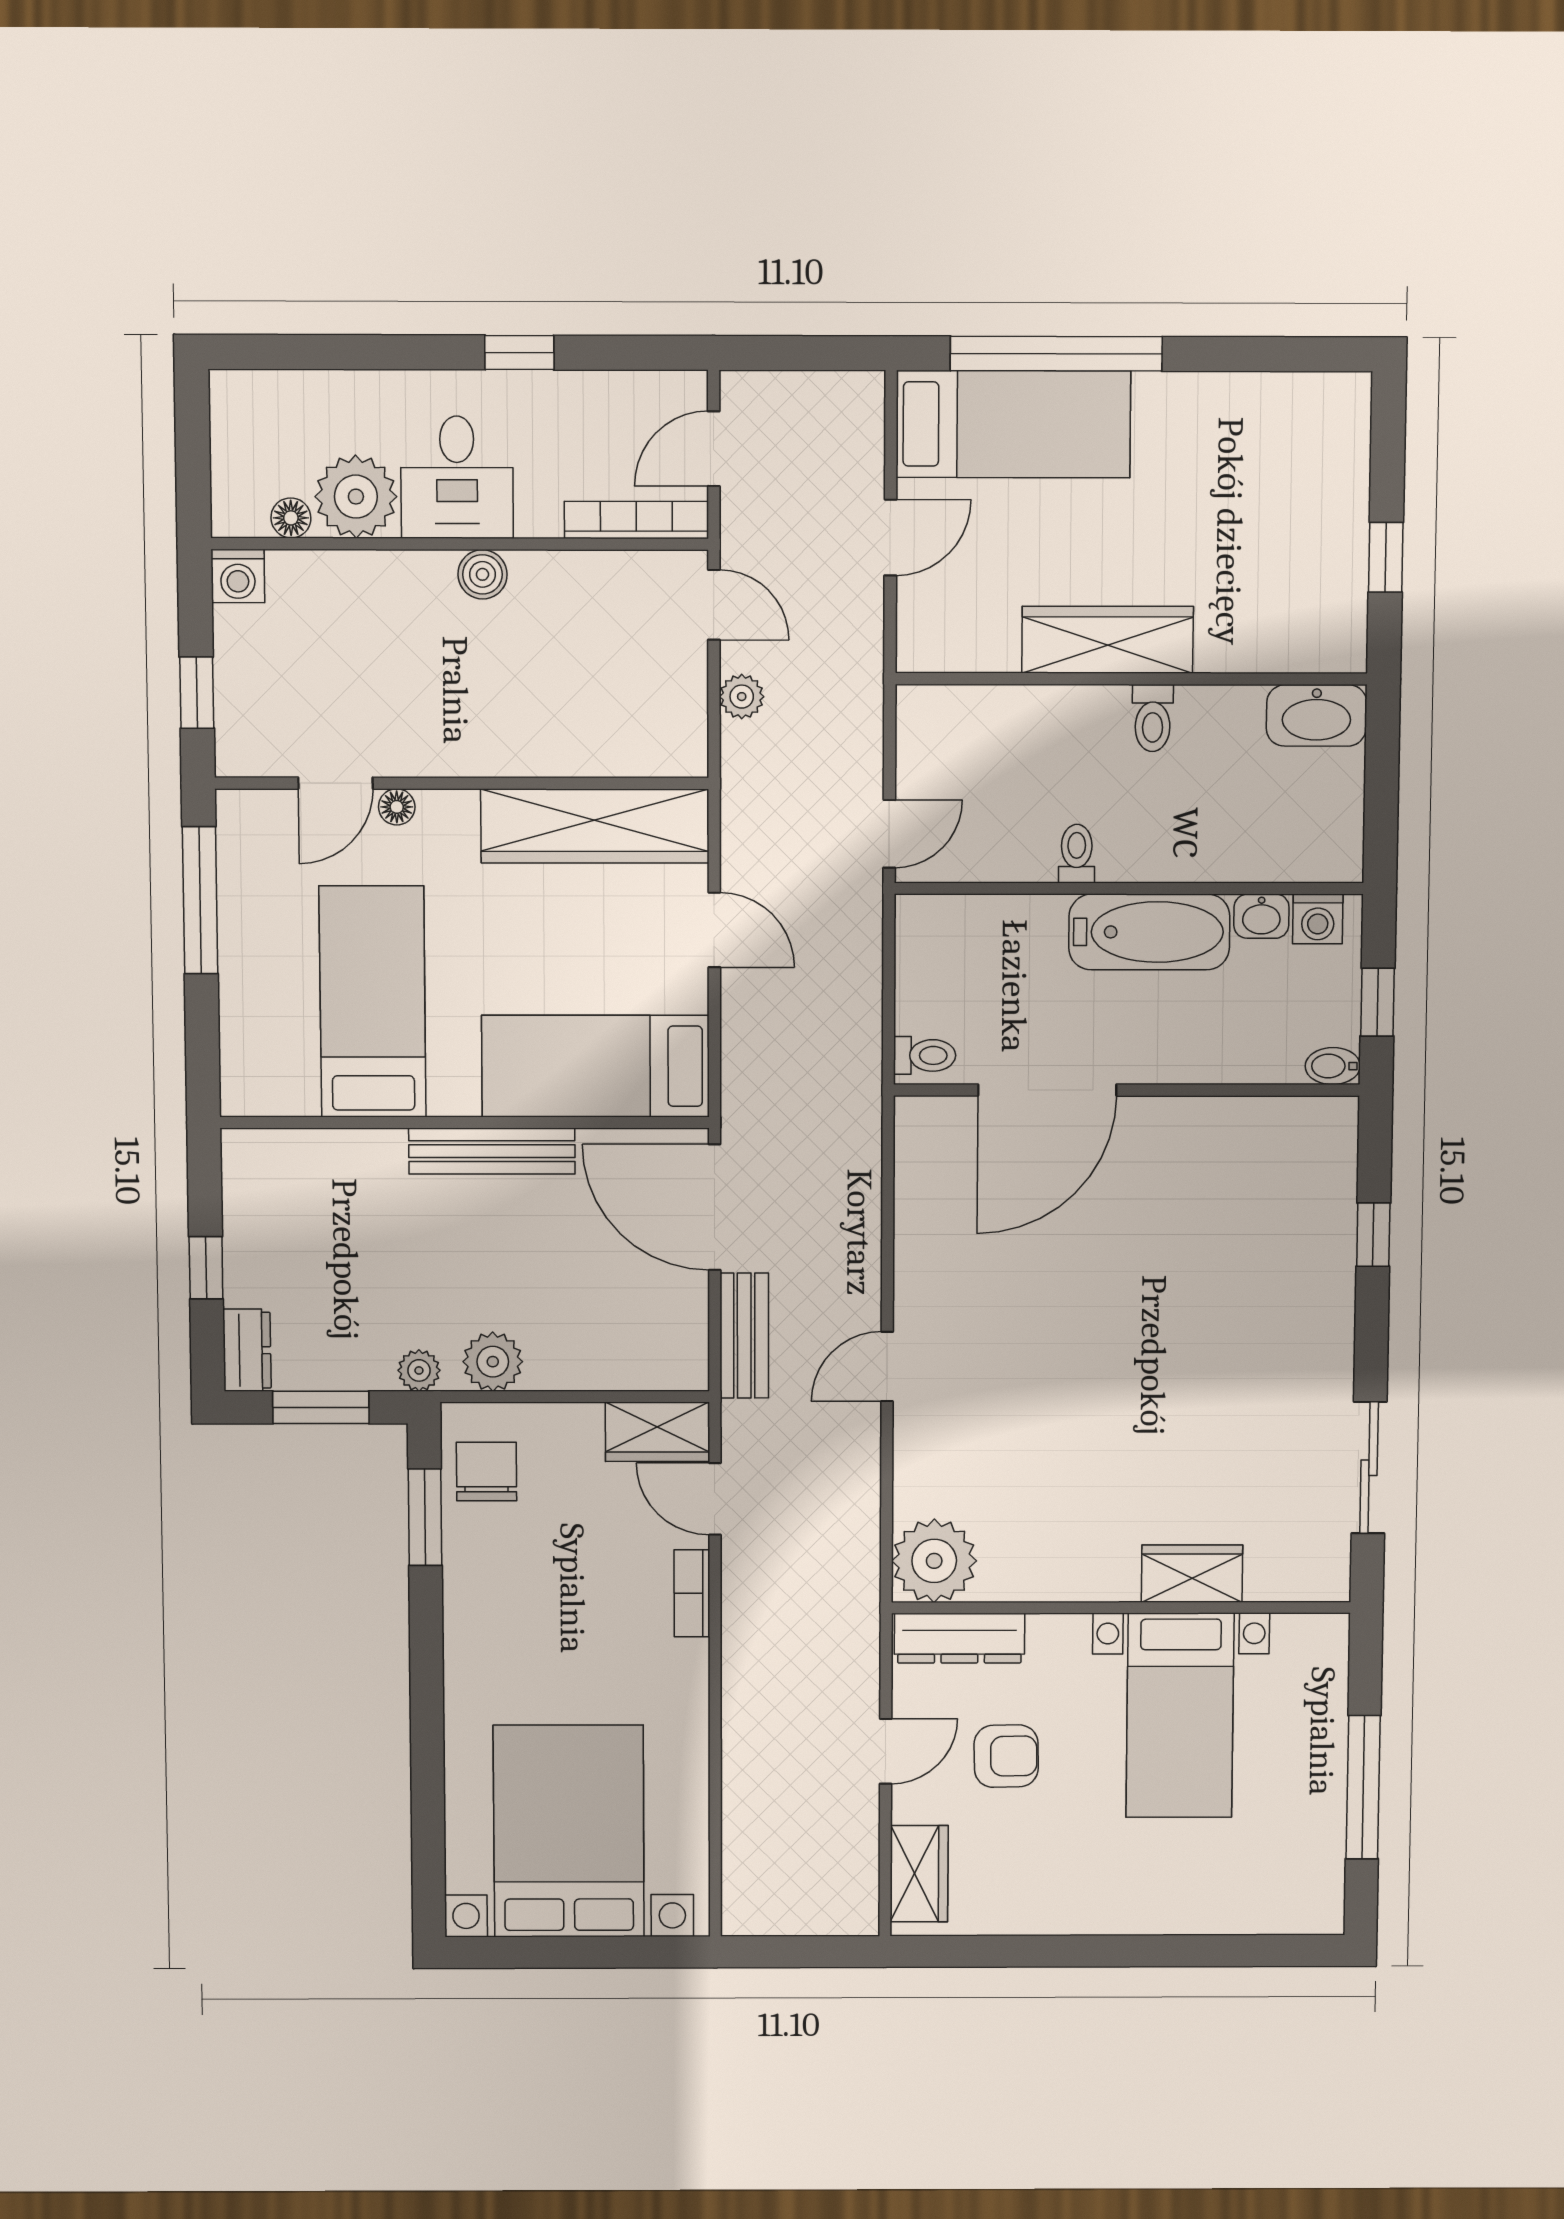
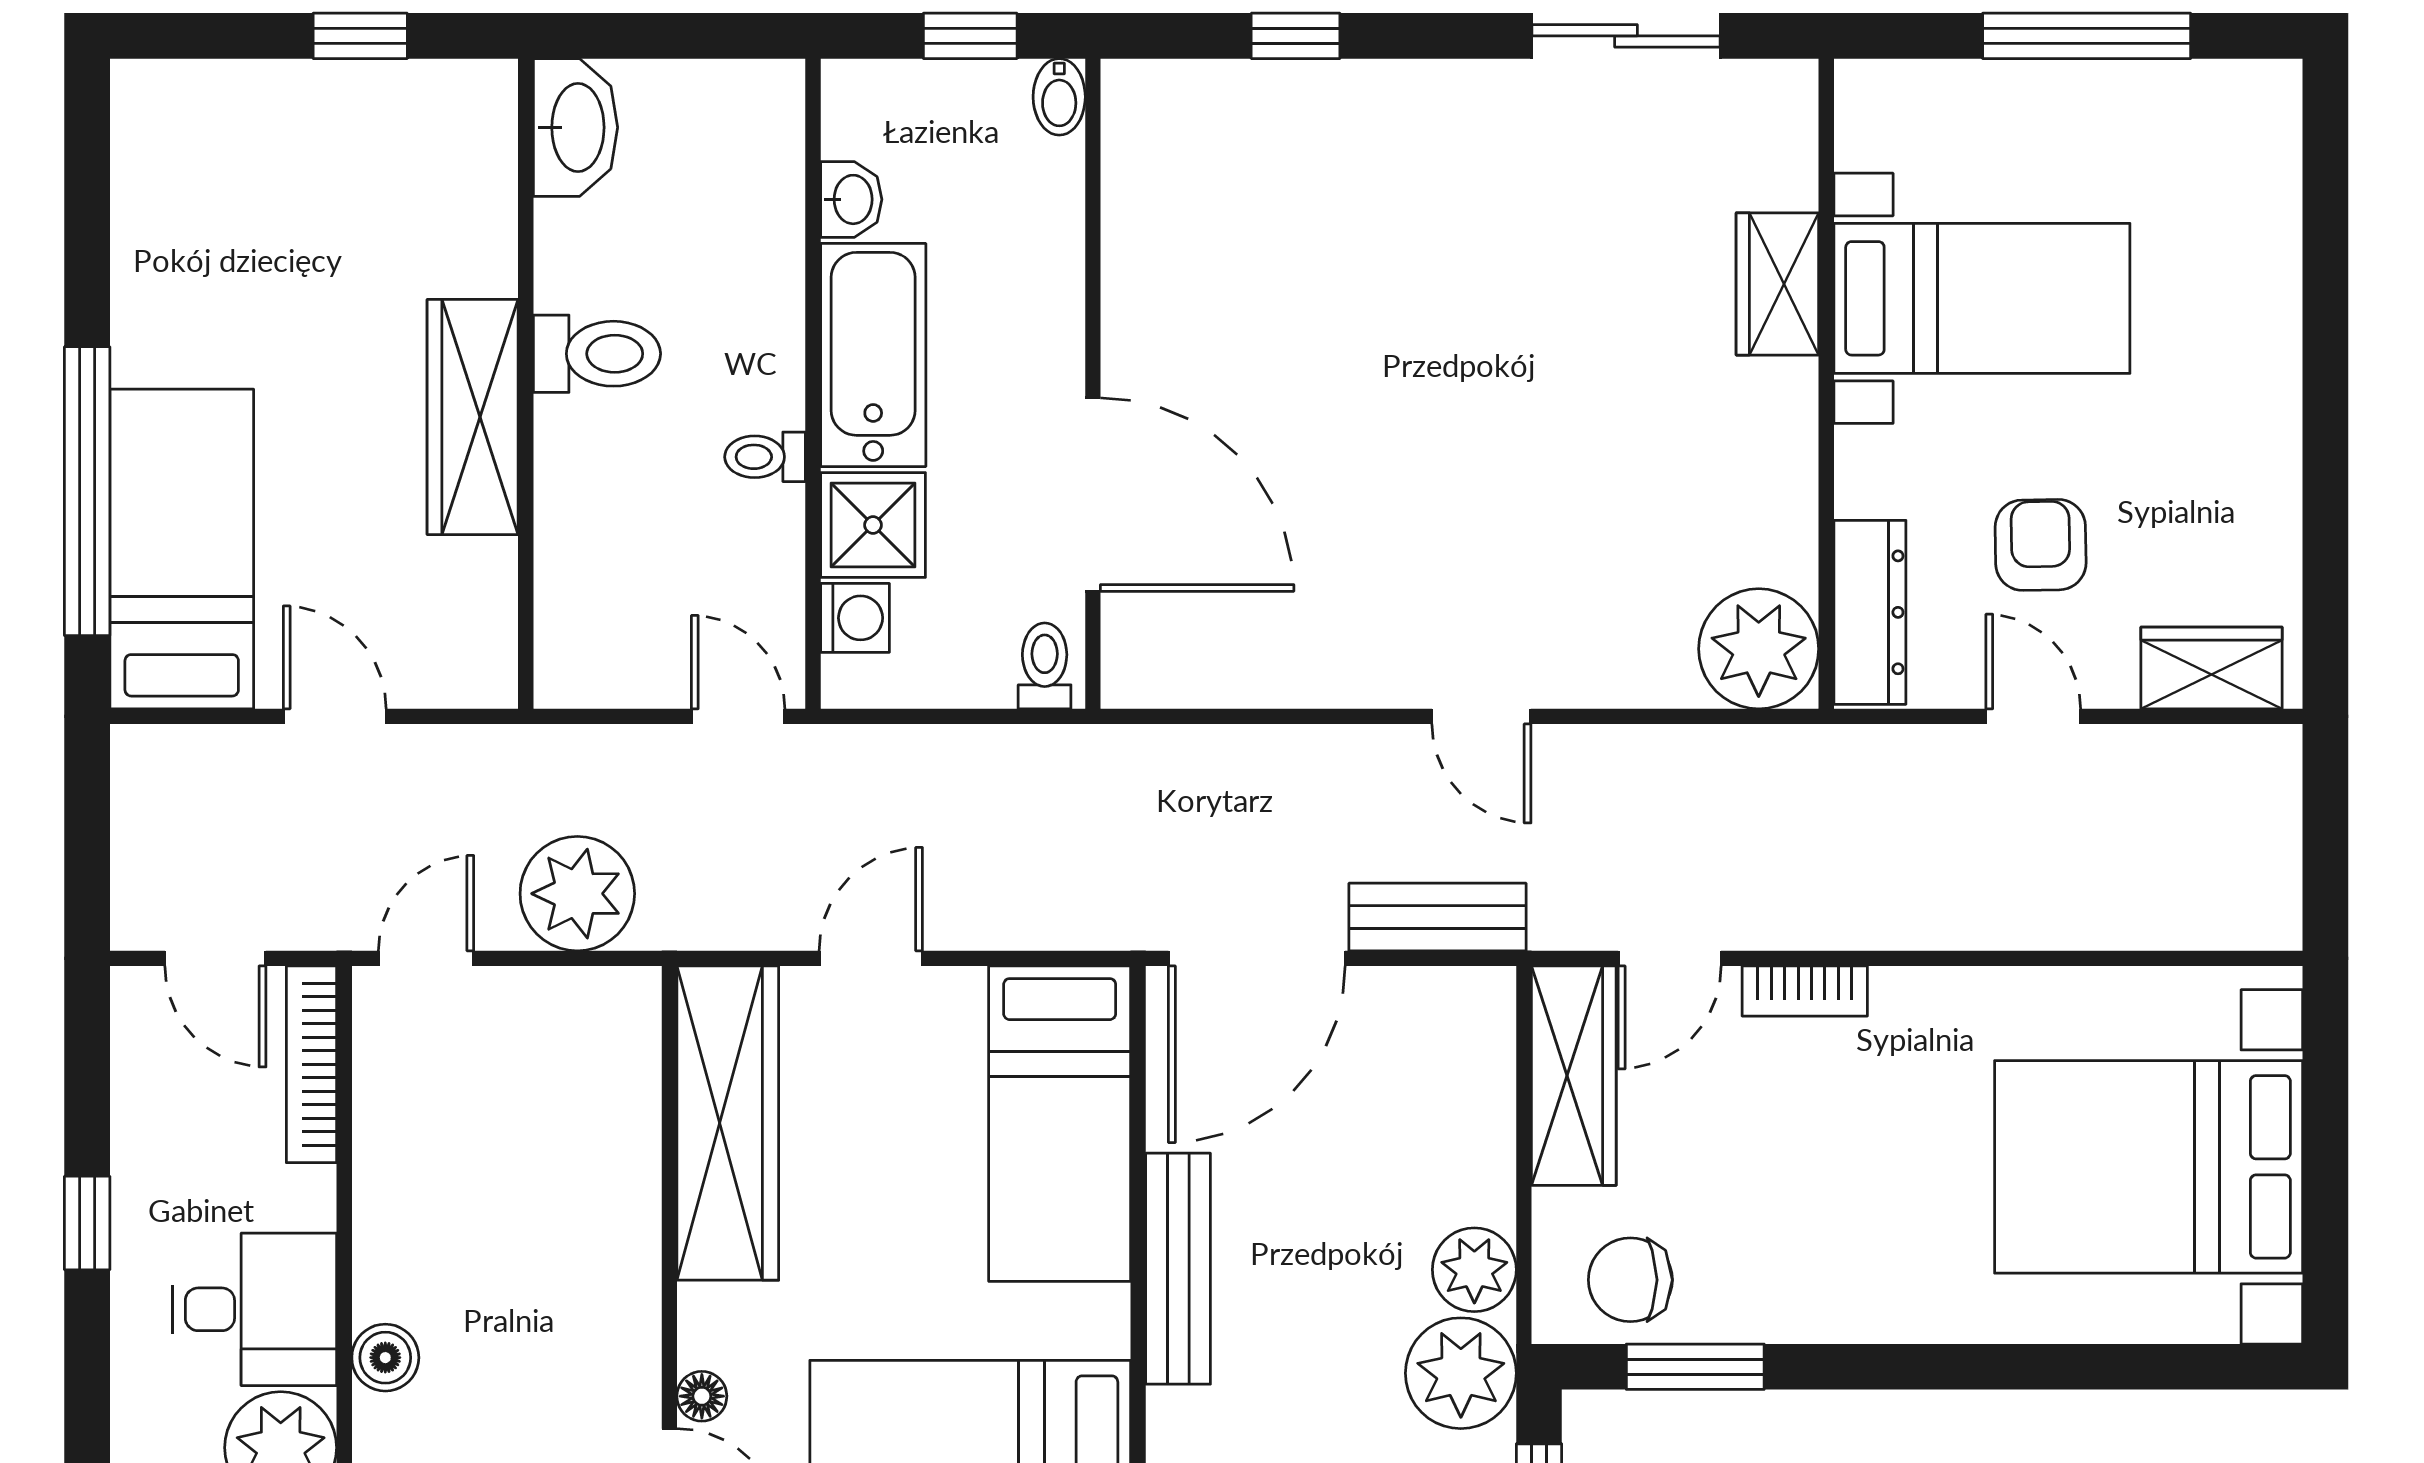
boiler: (482, 574) -> (385, 1358), moved
plant: (742, 697) -> (577, 894), width x1.87, depth x1.87
toilet: (1153, 718) -> (597, 354), width x1.37, depth x1.39
washing machine: (1318, 919) -> (855, 618), moved
shower: (1027, 932) -> (873, 525), added
plant: (419, 1370) -> (1461, 1373), width x1.88, depth x1.88
wardrobe: (657, 1432) -> (1574, 1076), width x1.50

